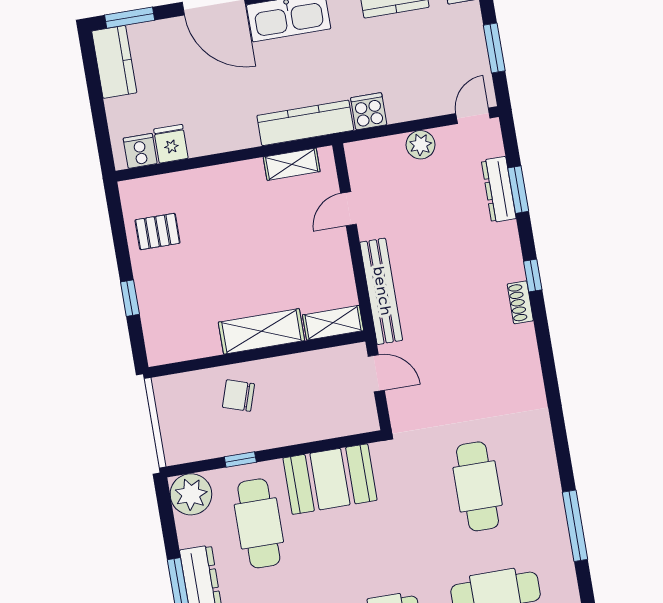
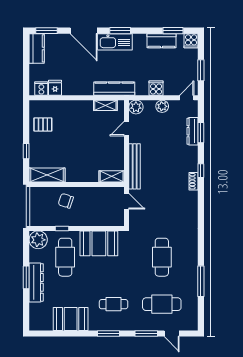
cooker: (369, 111) -> (156, 88), moved
plant: (361, 156) -> (136, 107), added
shelving: (261, 331) -> (47, 175), moved

